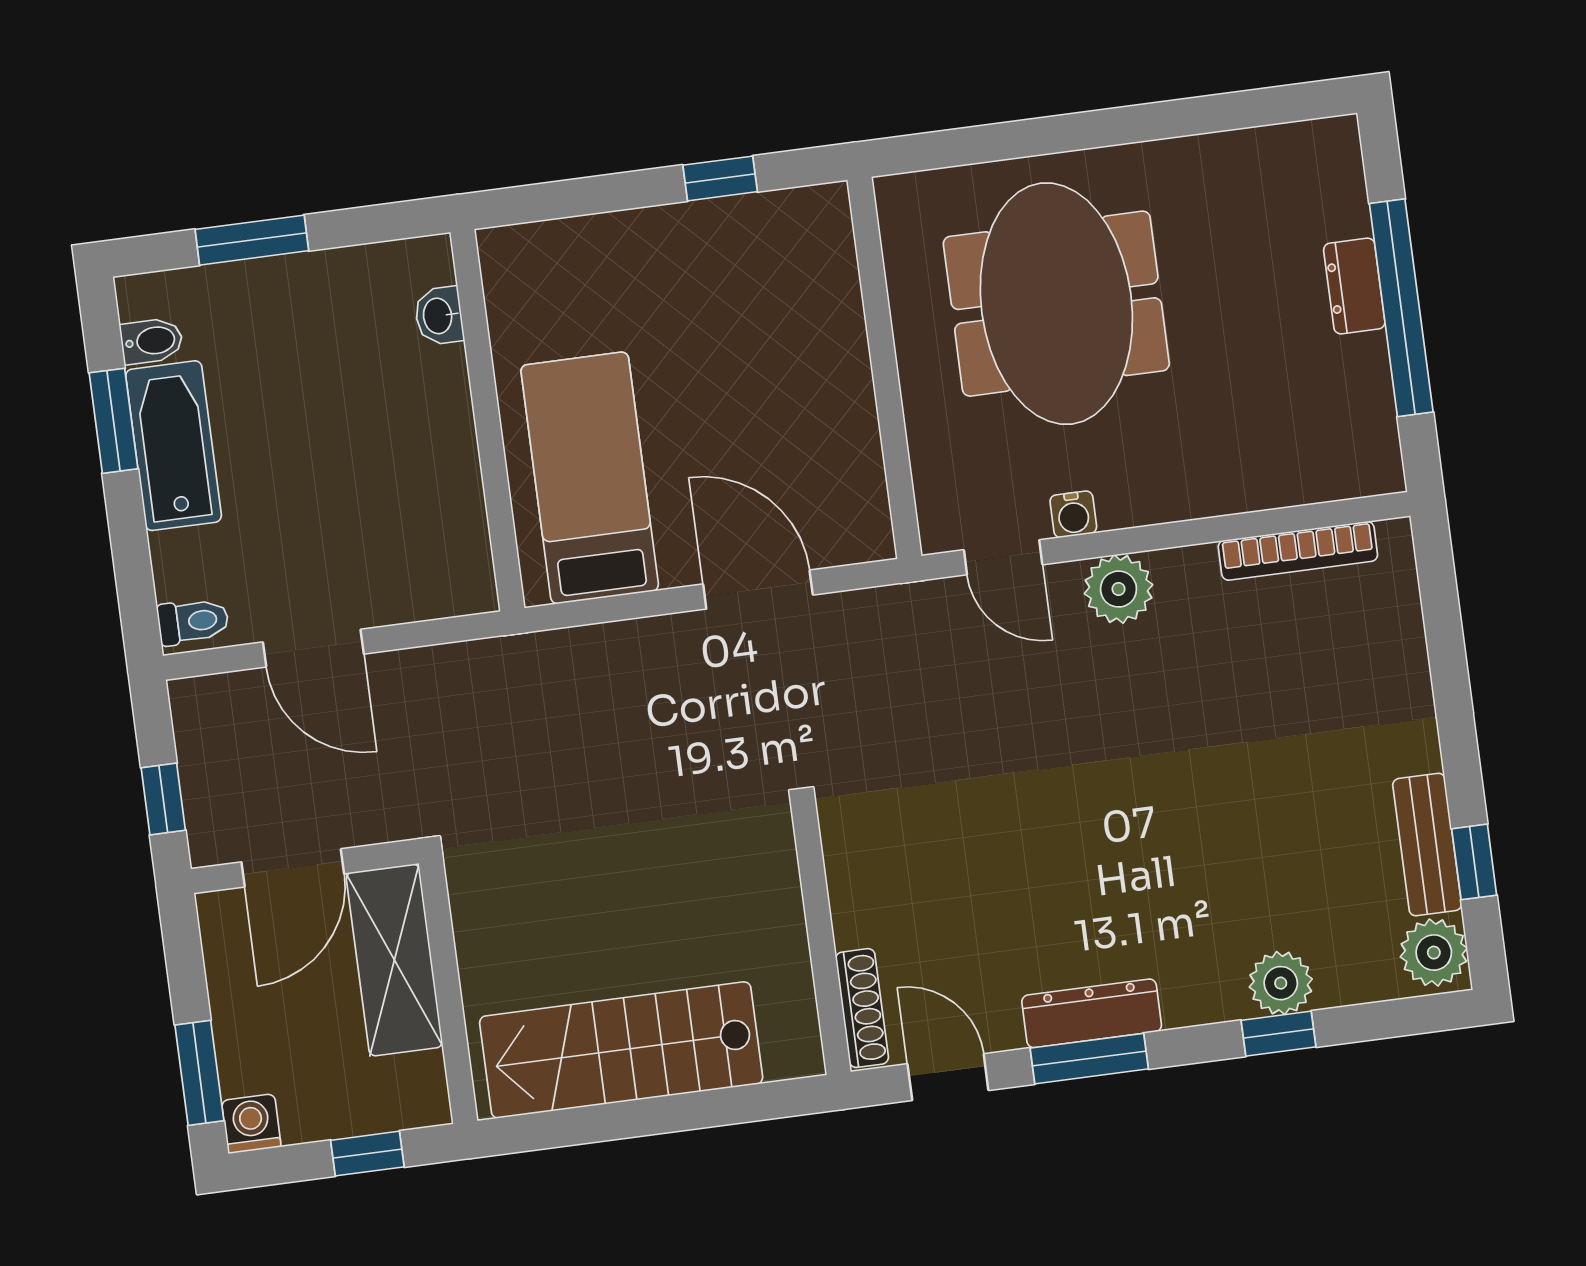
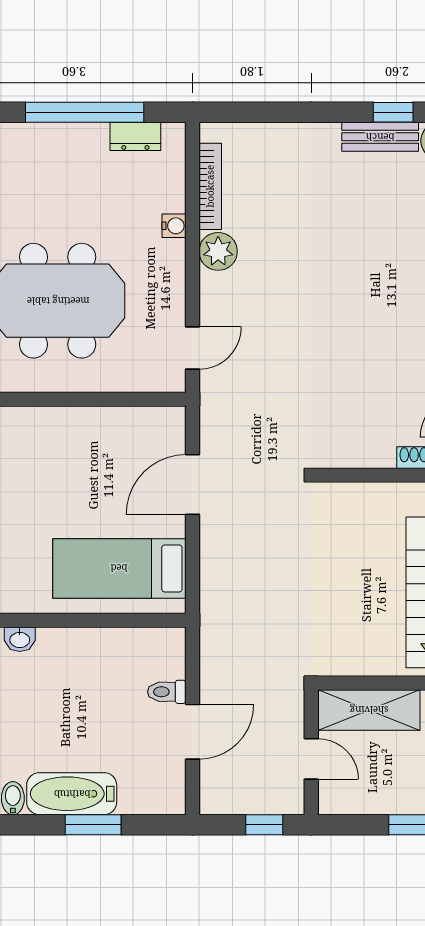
dresser: (1354, 286) -> (135, 136), moved
window: (114, 421) -> (93, 825), moved
water cooler: (1073, 514) -> (174, 226), moved
plant: (1119, 589) -> (218, 251), moved
toilet: (193, 621) -> (167, 692), moved, turned -90
door: (293, 868) -> (311, 759), width x0.73

